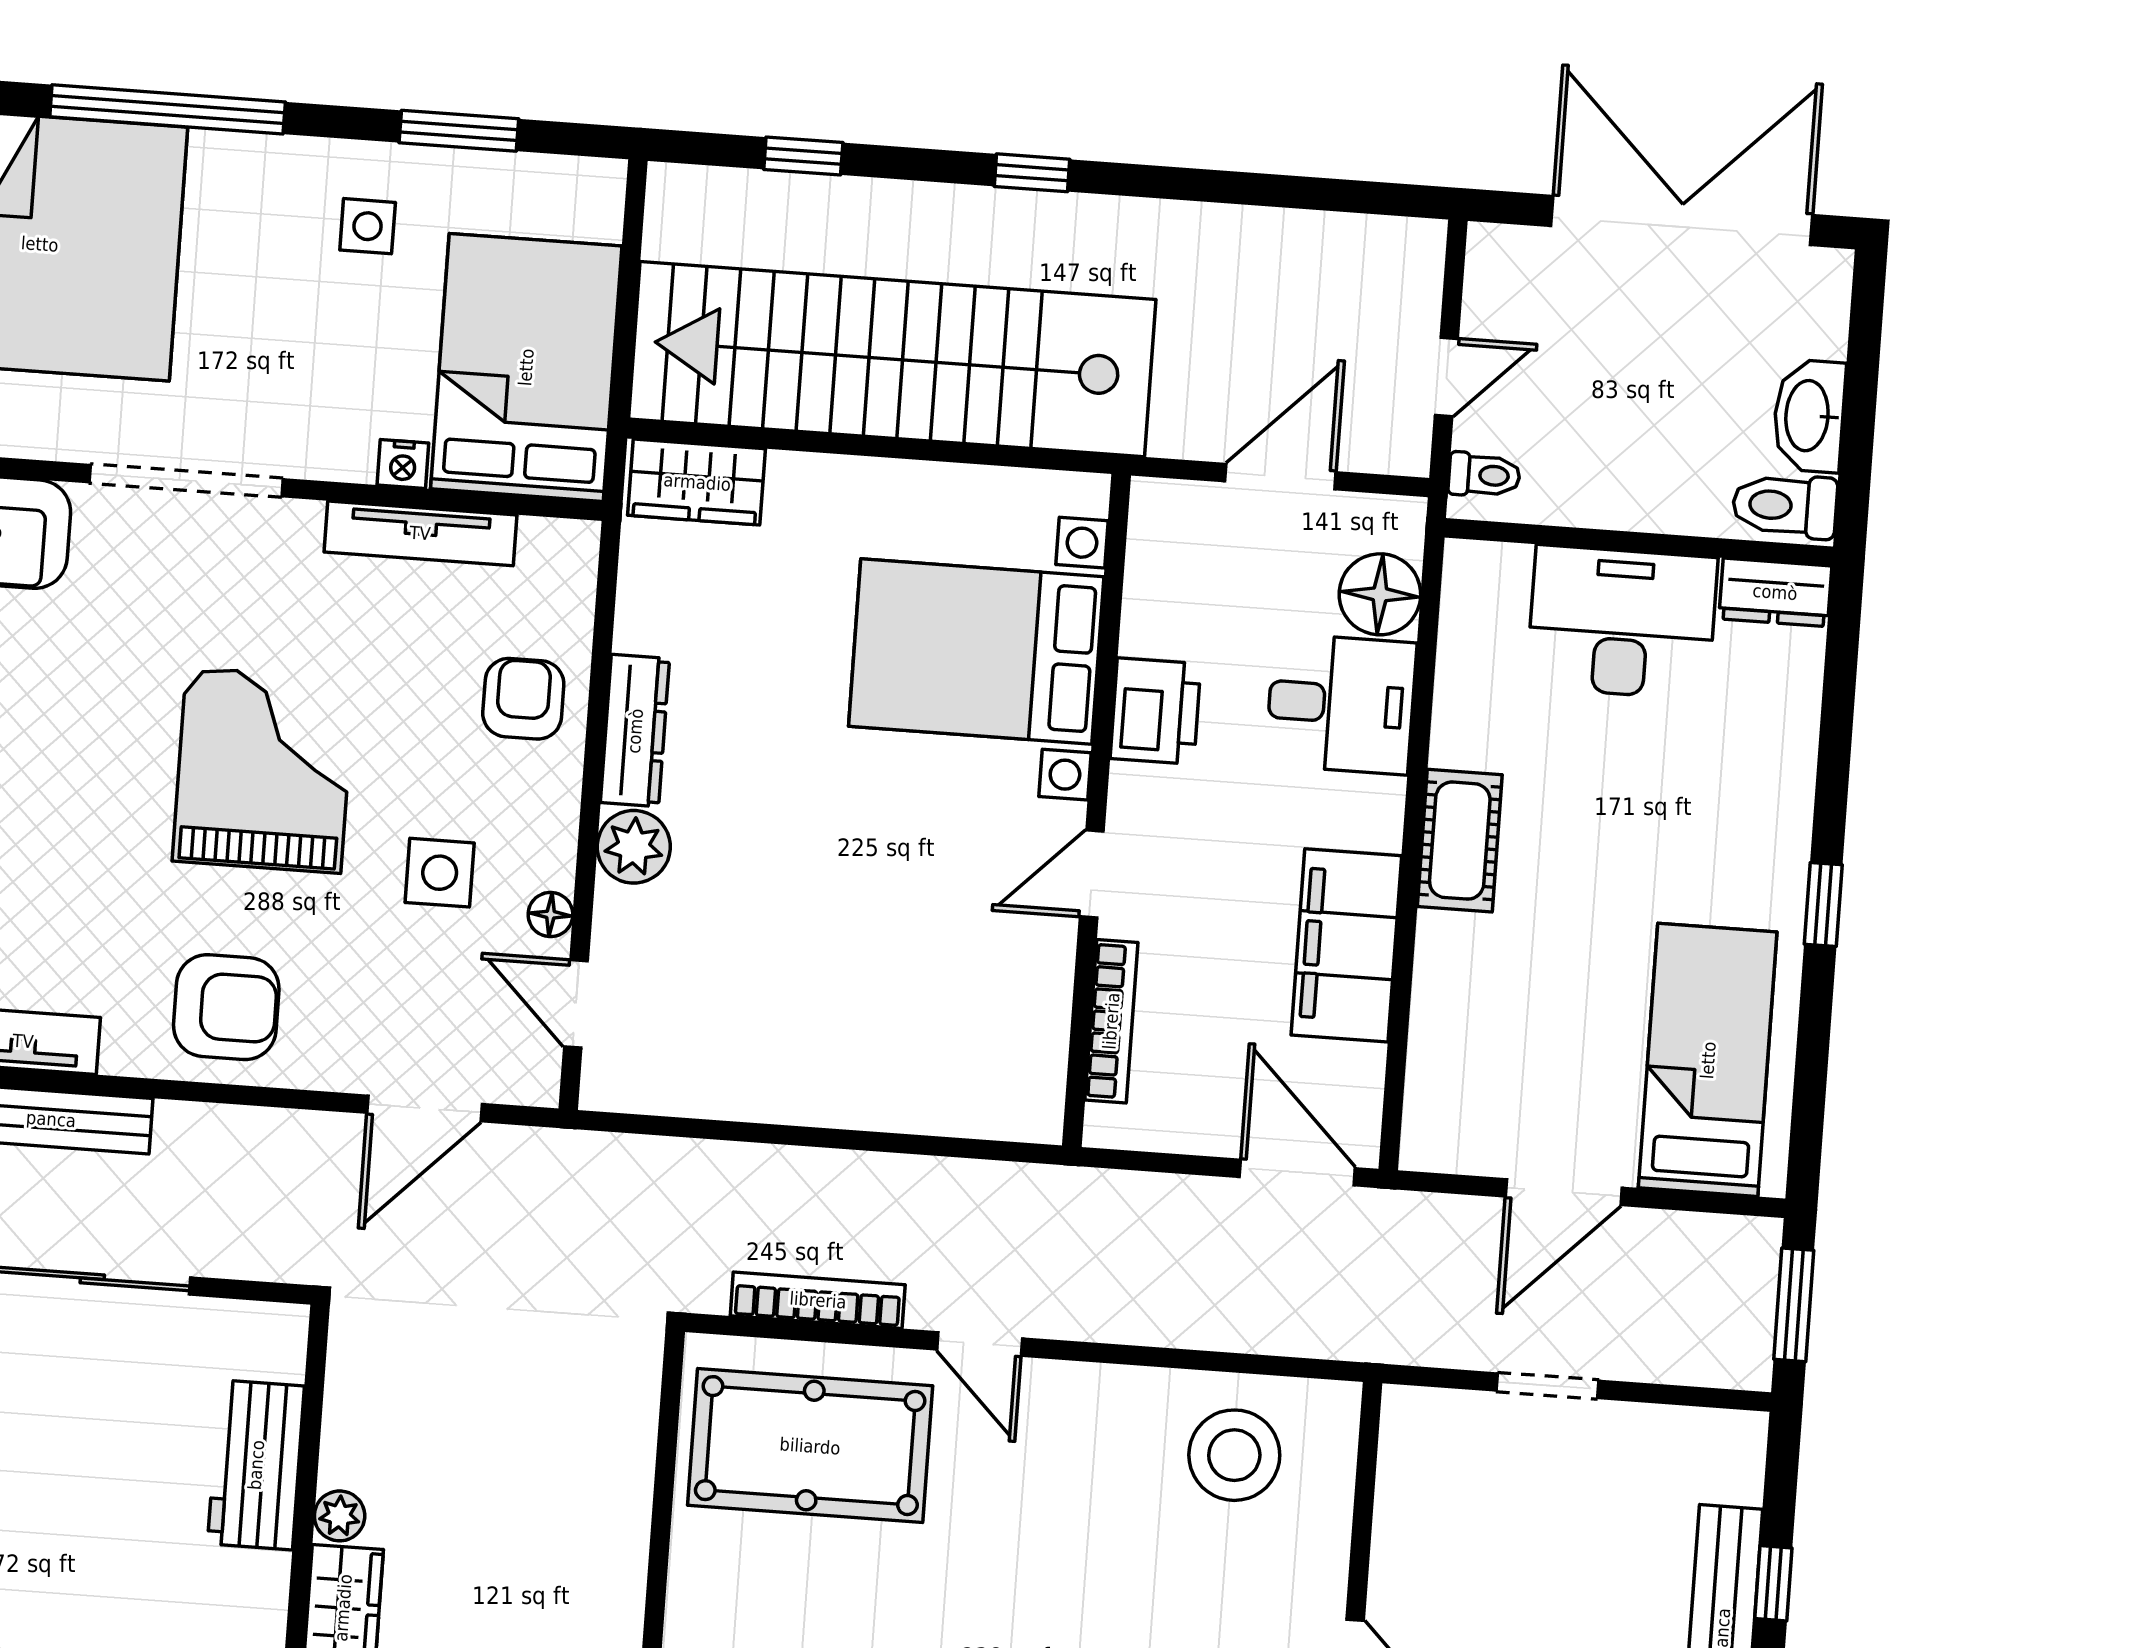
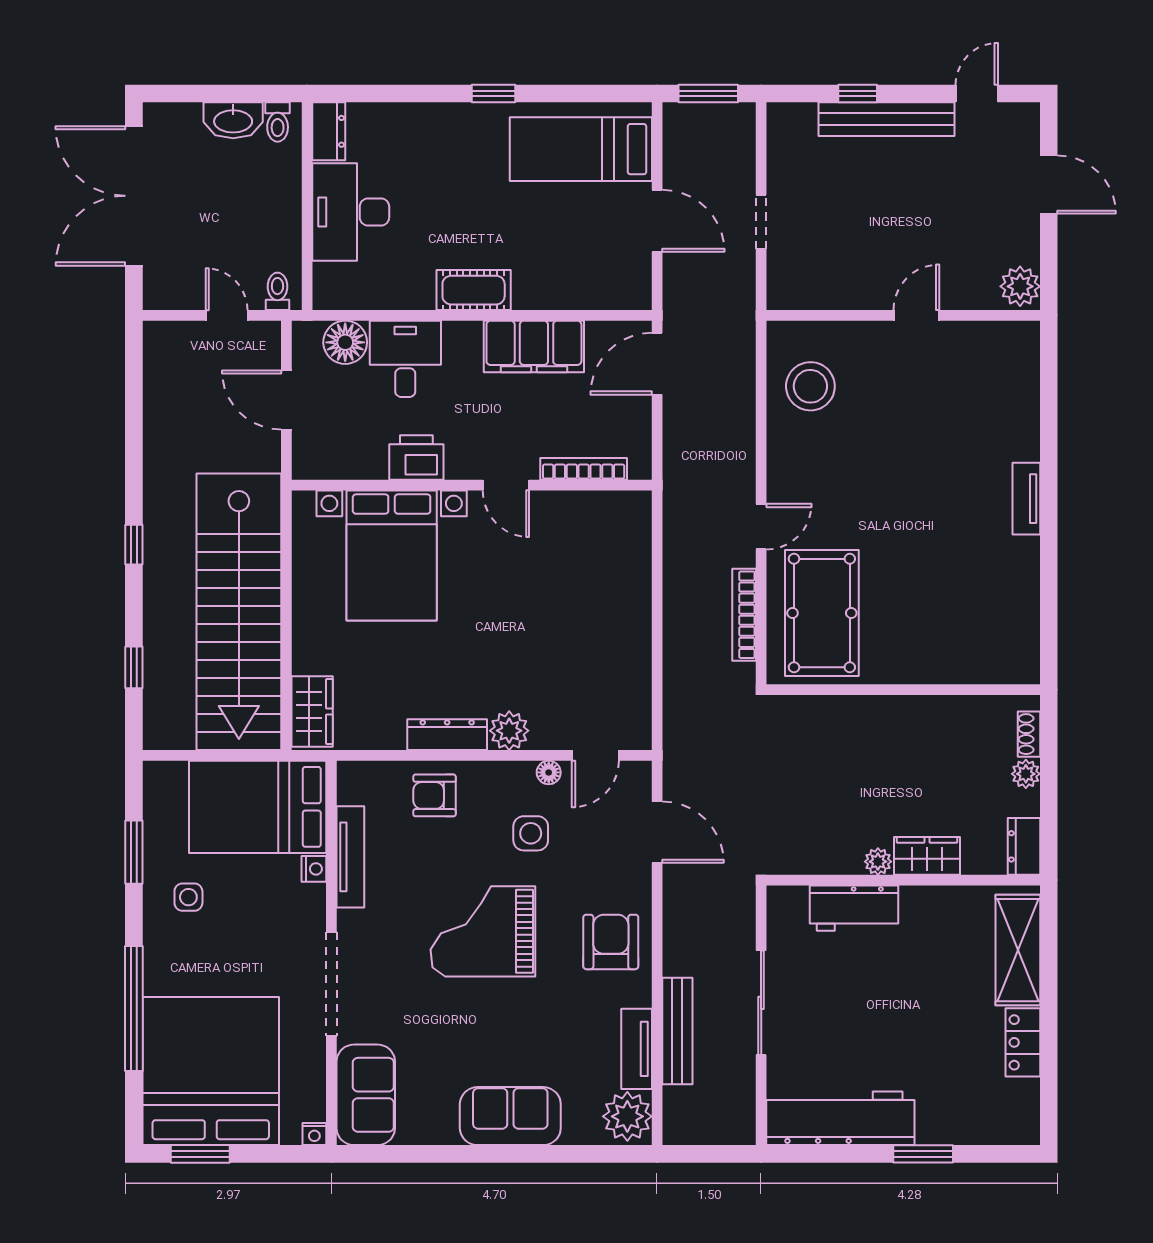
toilet: (1785, 506) -> (278, 122), width x0.73, depth x0.72

